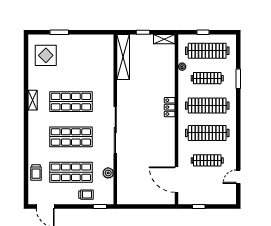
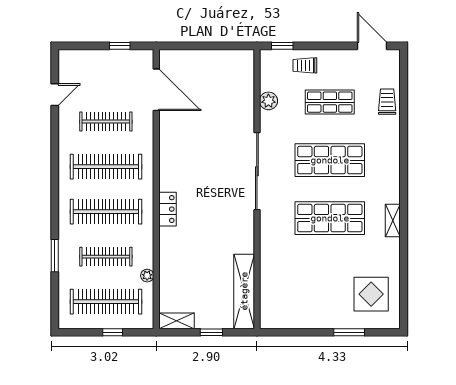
shop shelf: (71, 172) -> (330, 102), width x0.70, depth x0.74

